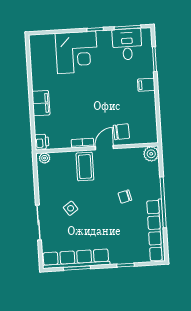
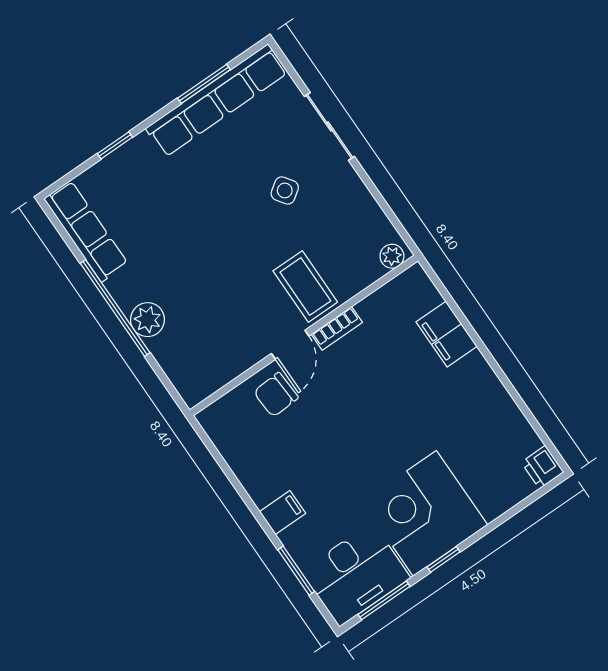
desk: (127, 44) -> (356, 574), width x1.37
corner desk: (77, 52) -> (425, 513), moved
filing cabinet: (41, 103) -> (447, 334), moved
printer: (42, 142) -> (543, 467), moved
plant: (151, 154) -> (147, 320), moved
chair: (125, 197) -> (195, 275), removed
row of seats: (156, 230) -> (86, 231), width x0.73

